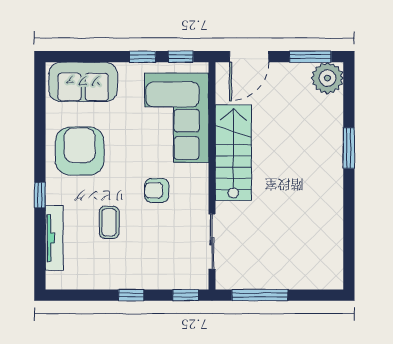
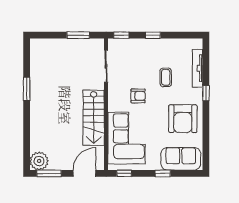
window: (143, 57) -> (163, 173), moved
window: (349, 148) -> (27, 89), moved
window: (260, 295) -> (78, 35), width x0.69

